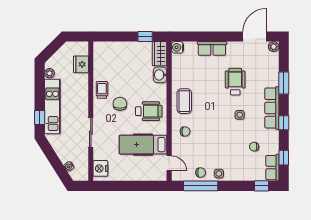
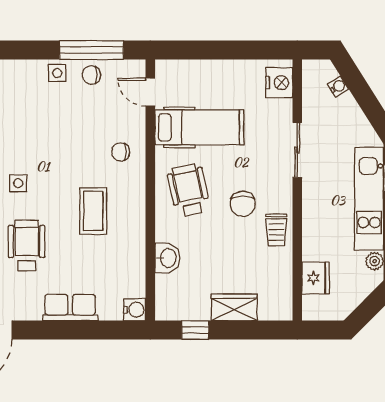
wardrobe: (160, 54) -> (234, 307), moved, turned -90
wheelchair: (235, 82) -> (27, 246), turned 180
coffee table: (184, 101) -> (93, 211), moved
wheelchair: (149, 111) -> (189, 190), turned 78

